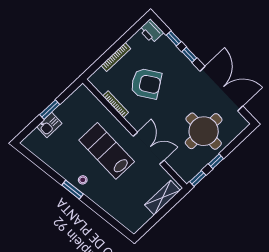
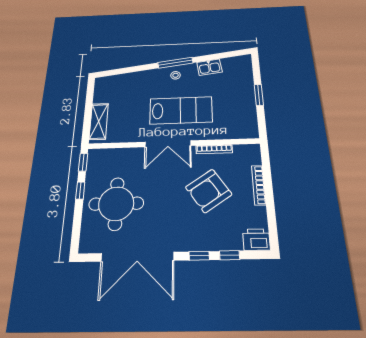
kitchen sink: (49, 125) -> (209, 67), moved, turned -98
double door: (149, 148) -> (168, 144), moved
window: (73, 190) -> (175, 63), width x1.44

